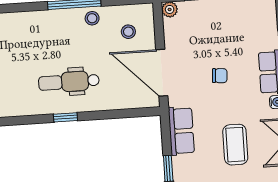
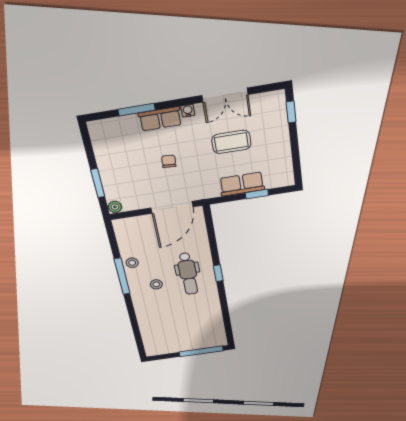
stool: (128, 32) -> (156, 284), moved
row of seats: (181, 131) -> (242, 184), moved

